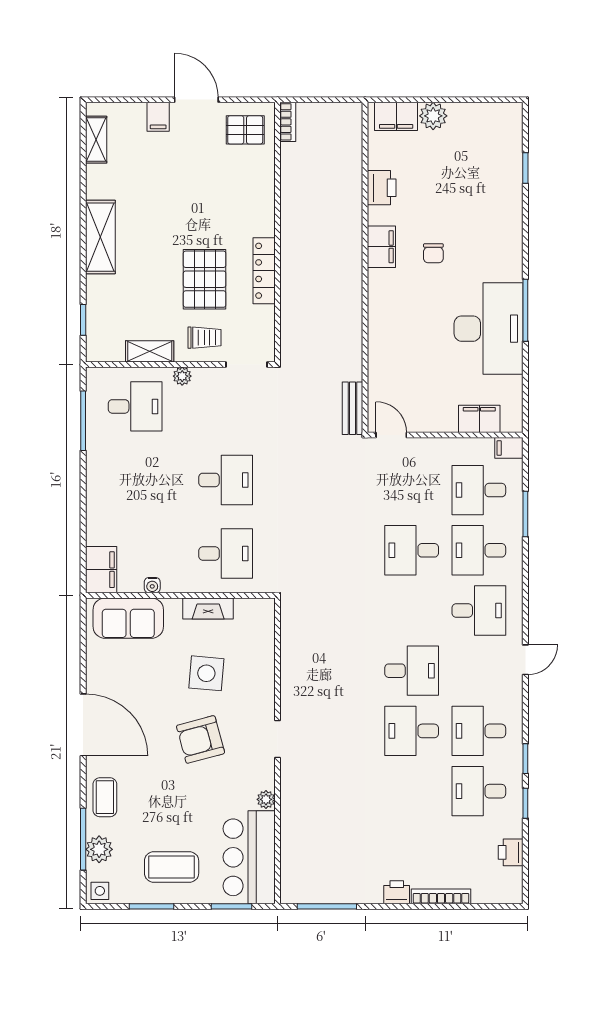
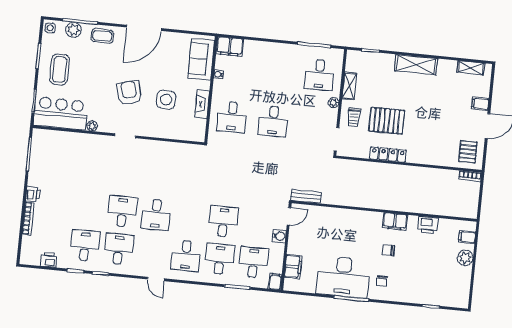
filing cabinet: (396, 116) -> (467, 237), width x0.50
chair: (489, 259) -> (382, 281), added
water cooler: (428, 449) -> (279, 236), added

